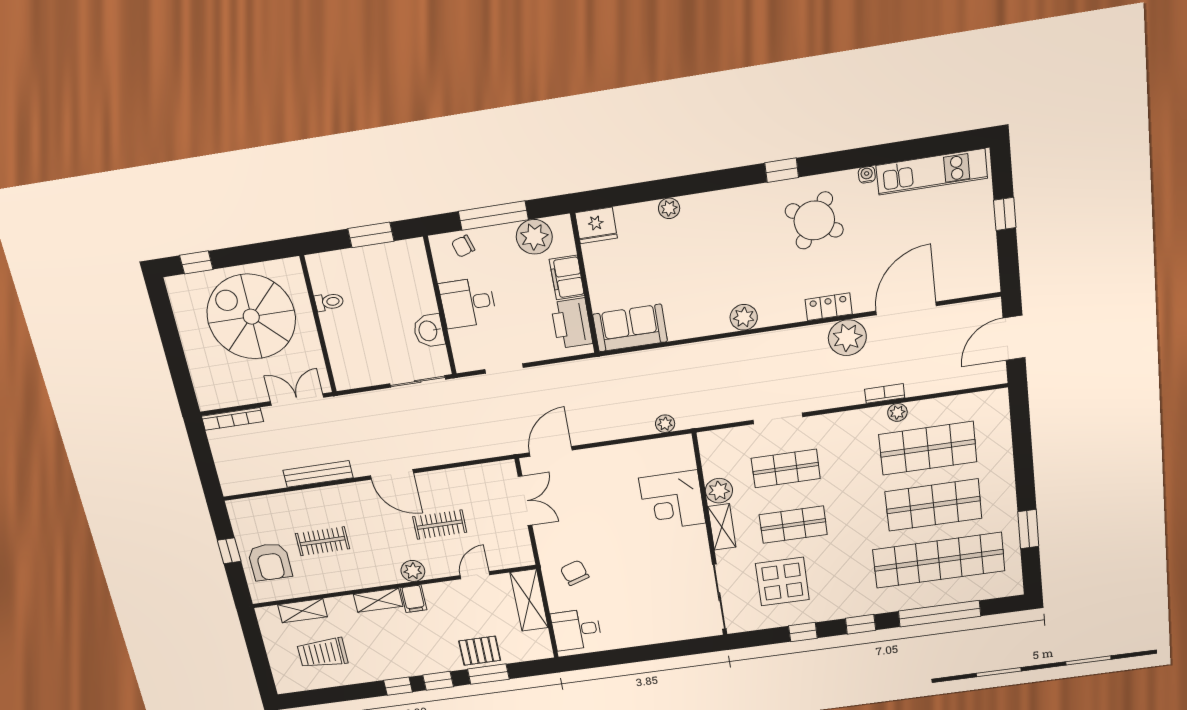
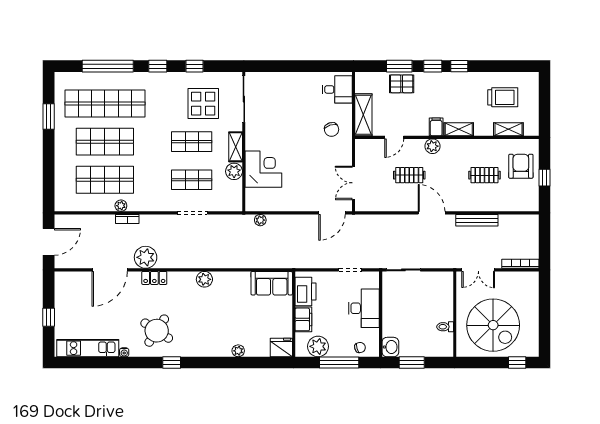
desk: (468, 303) -> (364, 308), width x1.37
washbasin: (429, 331) -> (390, 347), moved

